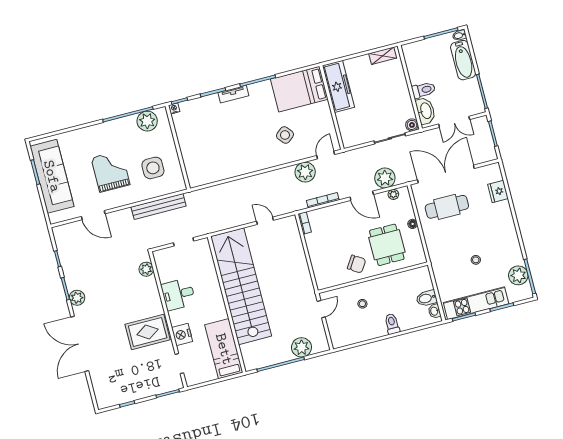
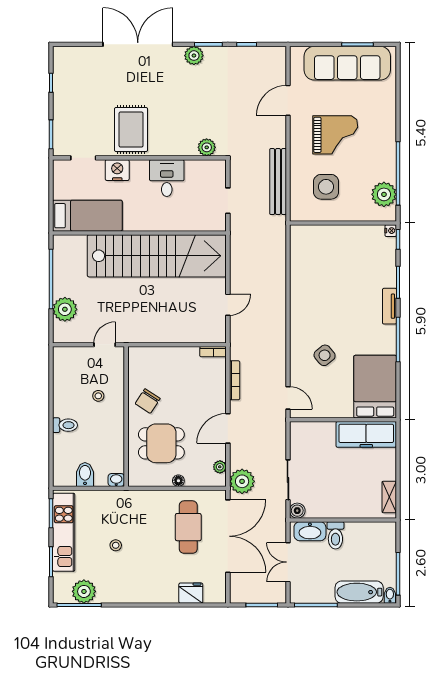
plant: (305, 172) -> (274, 368), removed
plant: (385, 178) -> (242, 481), moved
door: (321, 309) -> (105, 345), swing flipped
washbasin: (434, 311) -> (116, 480), moved

